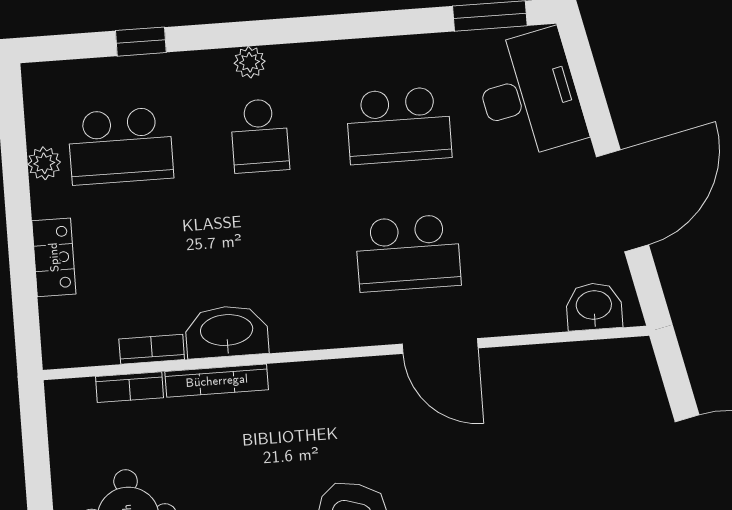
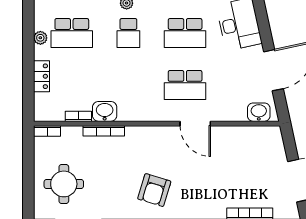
washbasin: (227, 332) -> (105, 111), width x0.72
bookcase: (129, 387) -> (47, 131), moved

